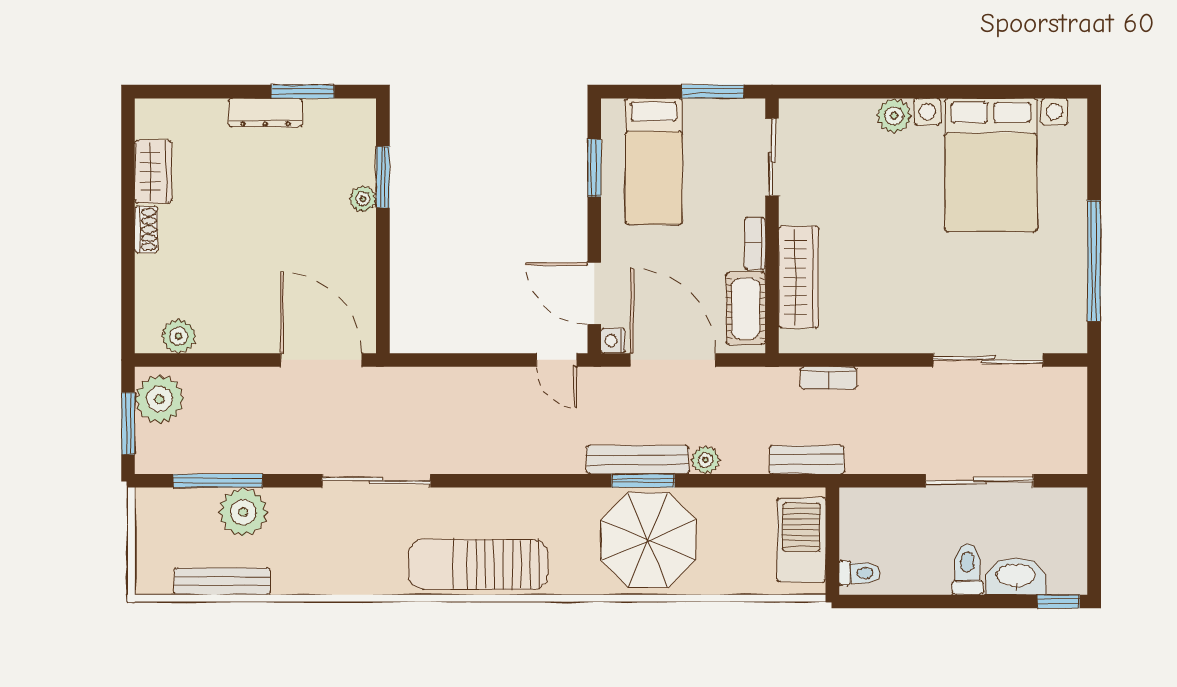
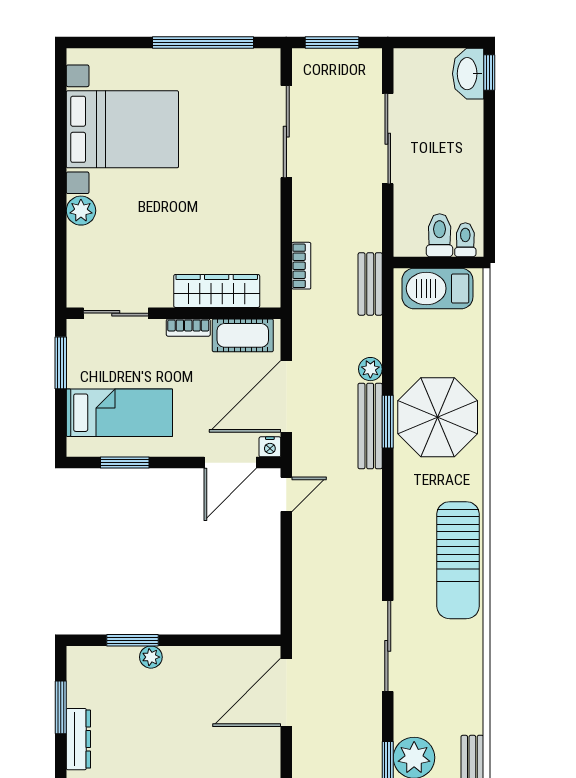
window: (1094, 414) -> (332, 43), added
toilet: (967, 569) -> (440, 235), moved, turned 90
washbasin: (1016, 576) -> (468, 74), moved

